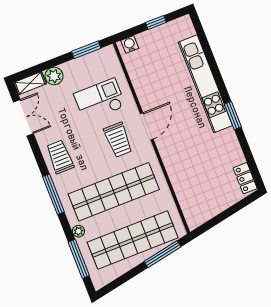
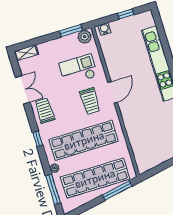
plant: (54, 76) -> (85, 37), moved
double door: (23, 118) -> (23, 90), moved
window: (53, 194) -> (38, 139), width x0.46

